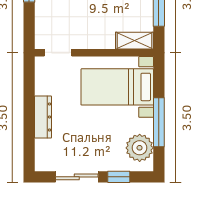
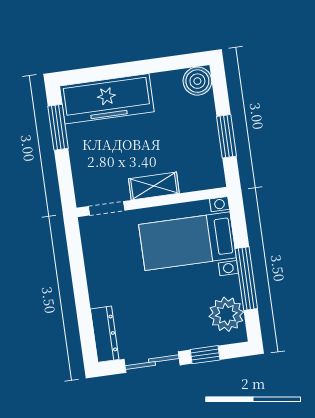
shelving: (134, 41) -> (154, 186), moved
dresser: (43, 117) -> (105, 334), moved

